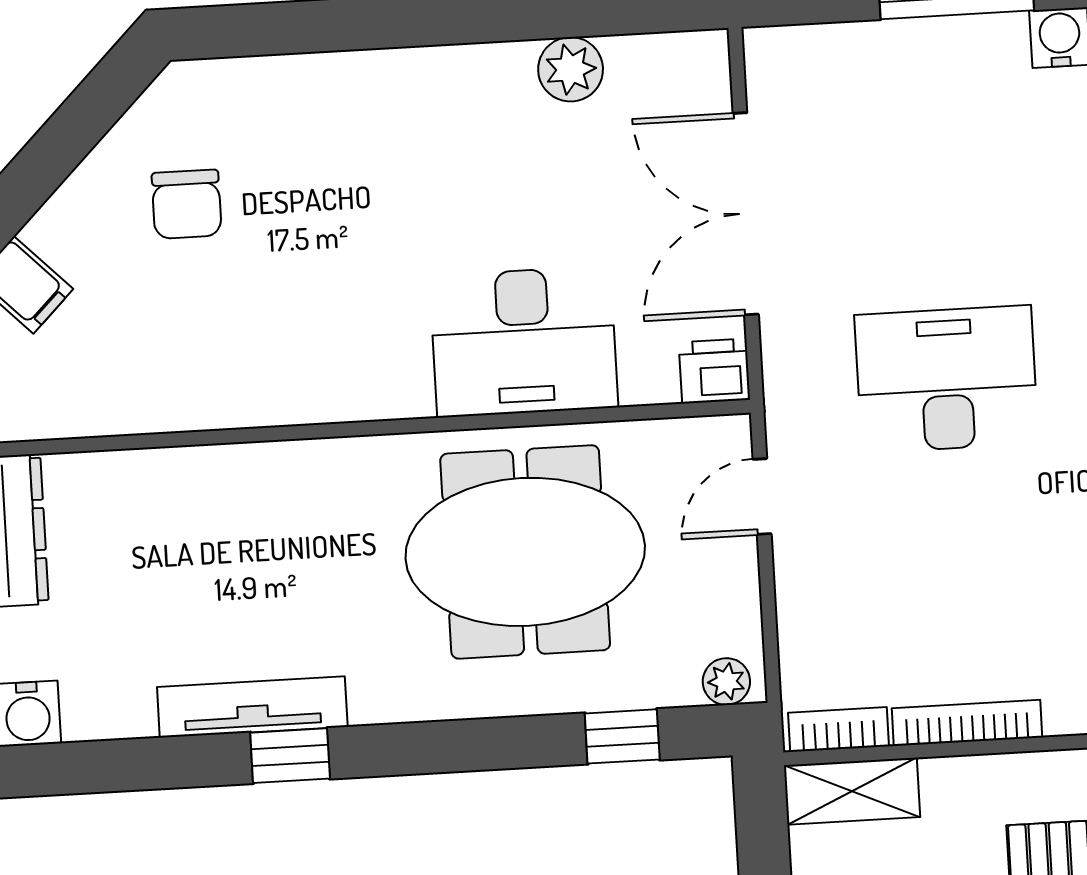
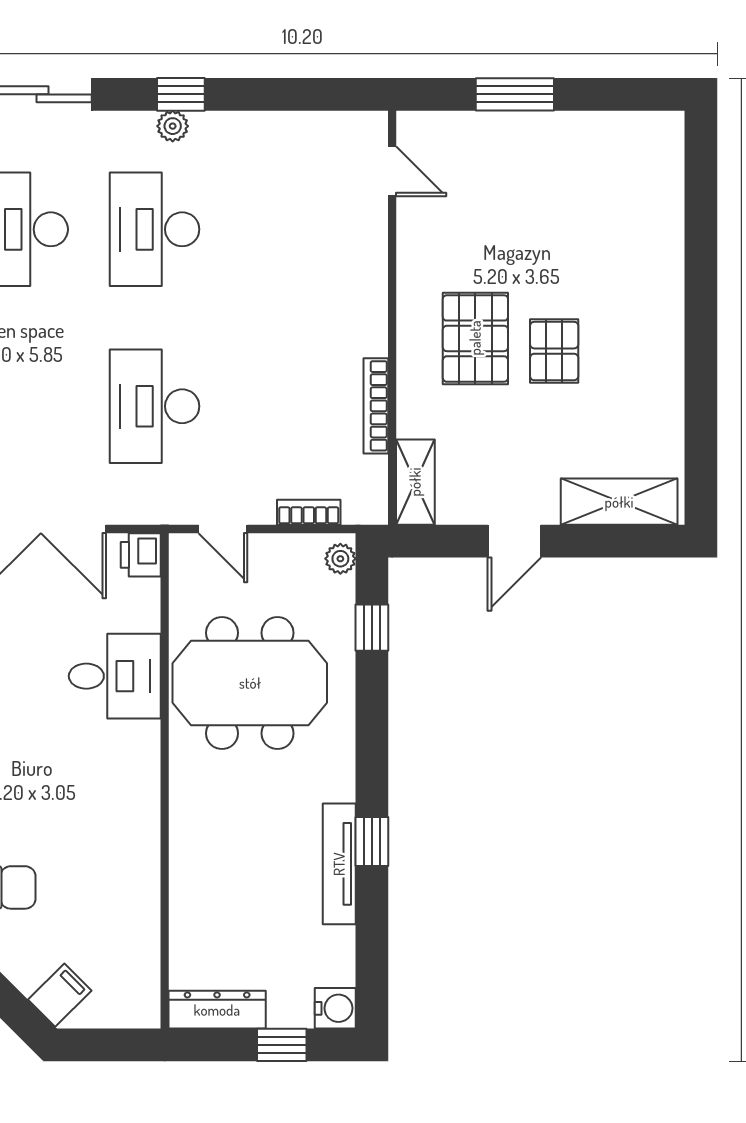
desk: (524, 342) -> (115, 676), width x0.73
meeting table: (525, 552) -> (250, 683), turned 90
bookcase: (839, 730) -> (309, 512), moved, turned 90

